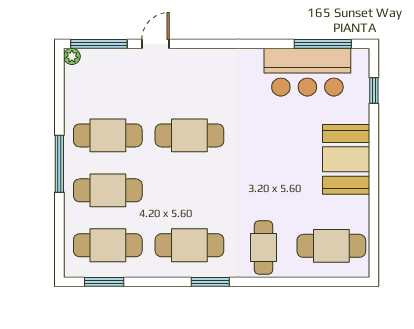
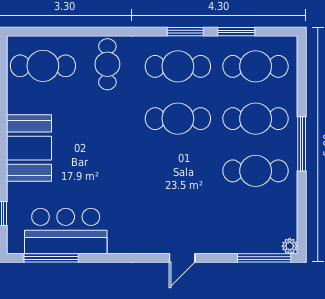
door: (155, 44) -> (182, 258), moved
cafe table: (189, 135) -> (178, 119), moved
window: (104, 282) -> (236, 32), moved
window: (210, 282) -> (185, 32), moved

